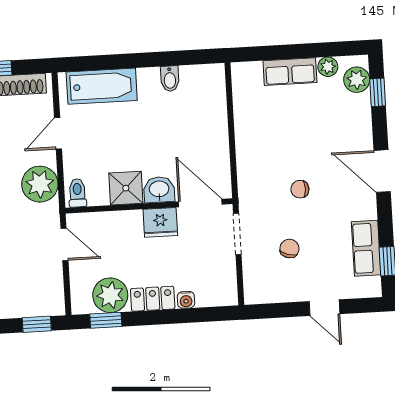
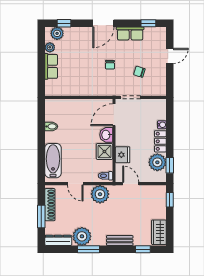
fridge: (160, 222) -> (123, 155), moved
door: (64, 244) -> (131, 184), hinge flipped
row of seats: (366, 248) -> (130, 34), moved

